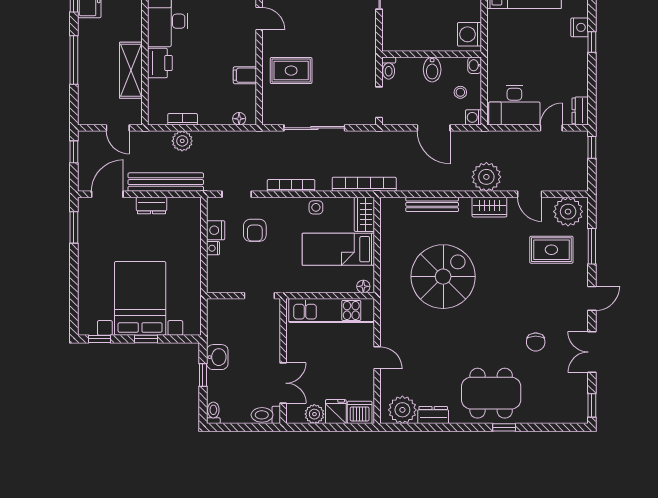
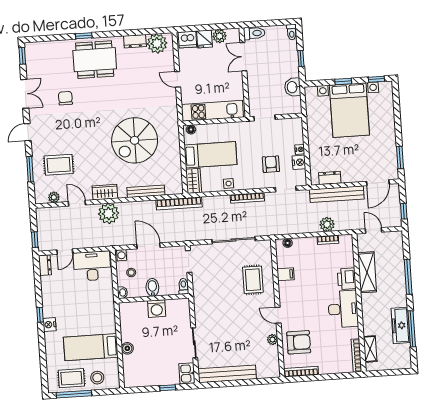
washing machine: (469, 34) -> (157, 309), moved, turned 90
rug: (291, 71) -> (253, 280), turned 90
bookcase: (364, 184) -> (179, 203), moved
dresser: (152, 205) -> (330, 178), moved
plant: (568, 212) -> (54, 197), width x0.53, depth x0.53
washbasin: (217, 357) -> (293, 87), moved

